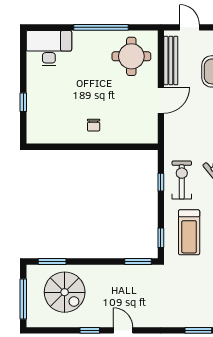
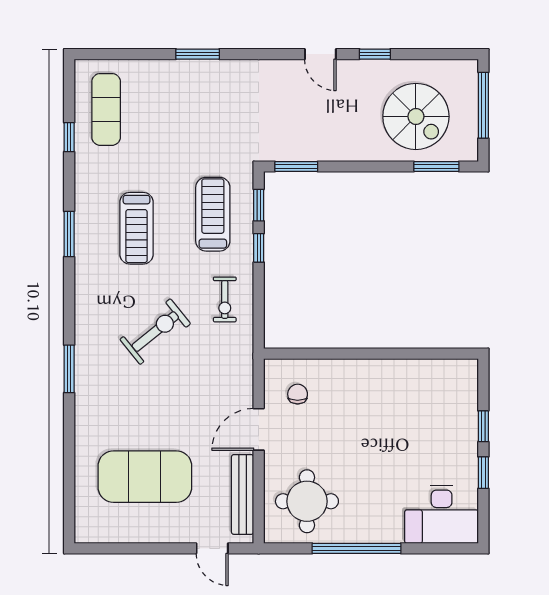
window: (23, 74) -> (483, 473), added
chair: (94, 125) -> (298, 394), moved
exercise bike: (182, 180) -> (225, 299), width x0.73, depth x0.72
window: (161, 182) -> (259, 248), moved
spiral stairs: (65, 292) -> (416, 116), turned 180

